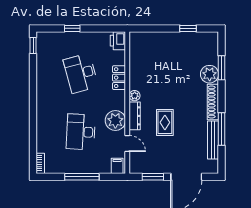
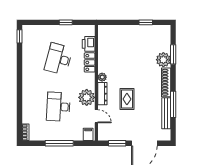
window: (72, 28) -> (66, 22), moved
printer: (118, 41) -> (89, 44), moved
desk: (81, 73) -> (58, 59), turned 30

